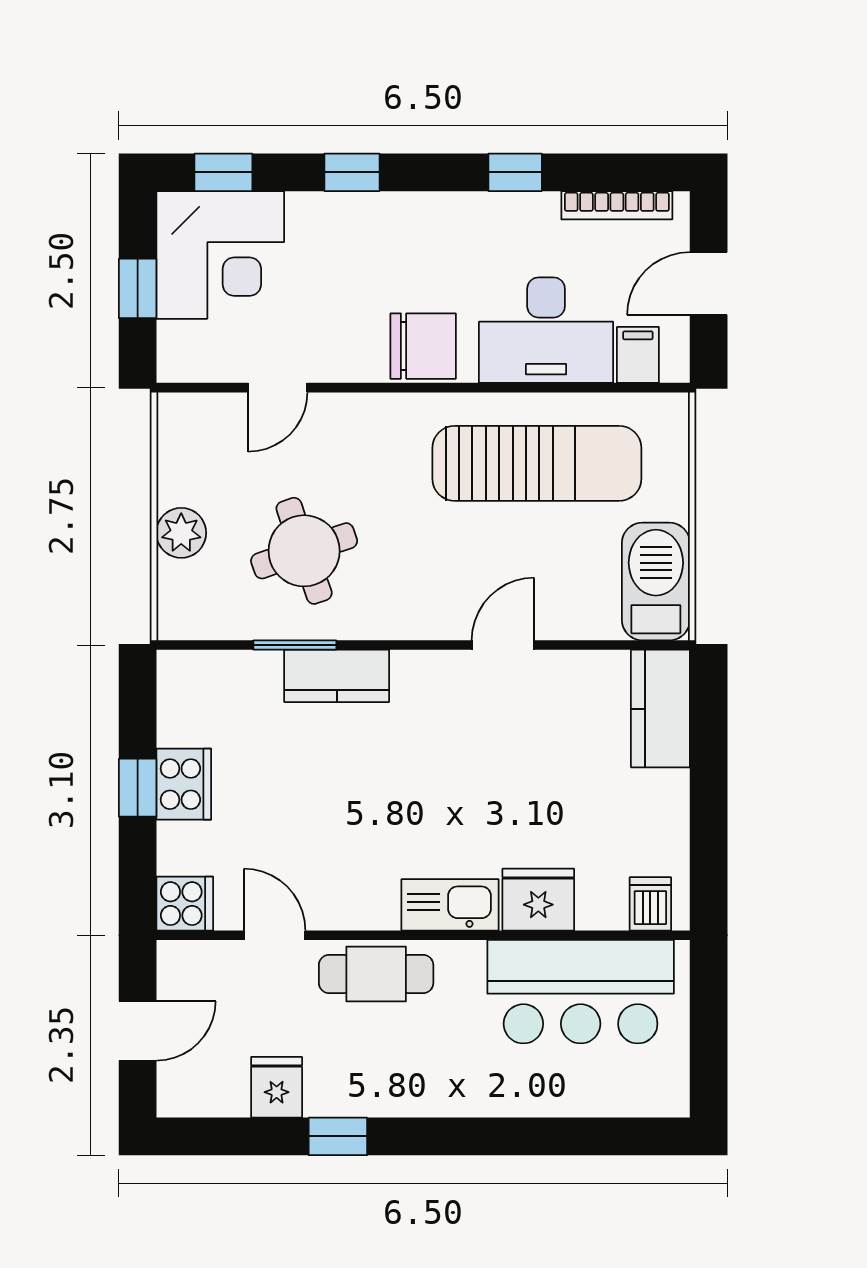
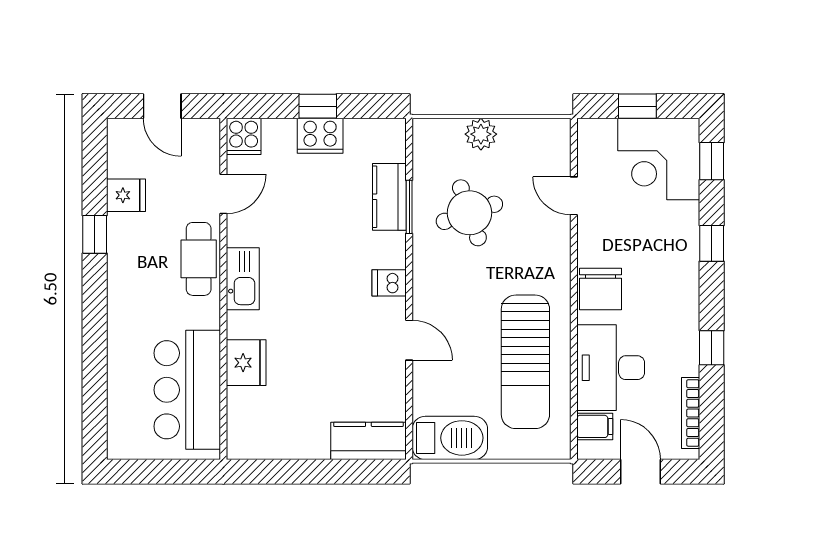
kitchen counter: (337, 676) -> (389, 197), moved
dishwasher: (650, 904) -> (389, 283), moved, turned 180
kitchen sink: (450, 905) -> (243, 279), moved

